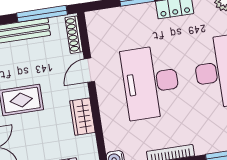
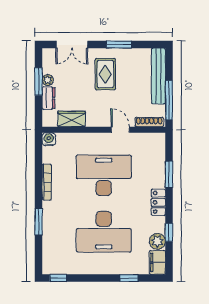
wardrobe: (82, 117) -> (72, 119), moved

